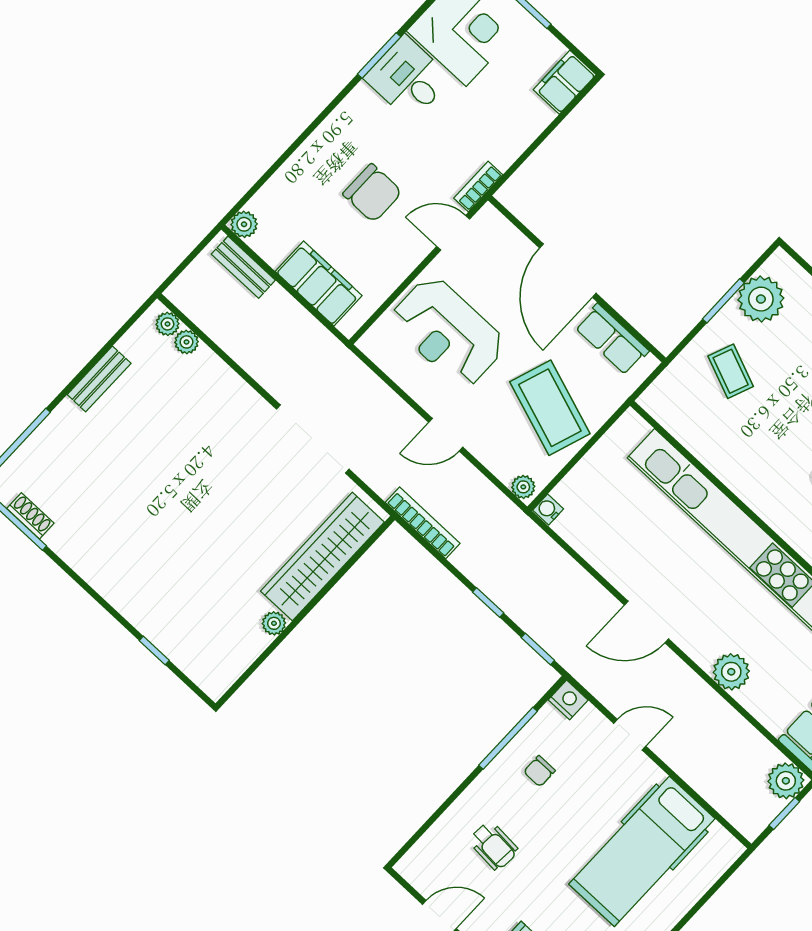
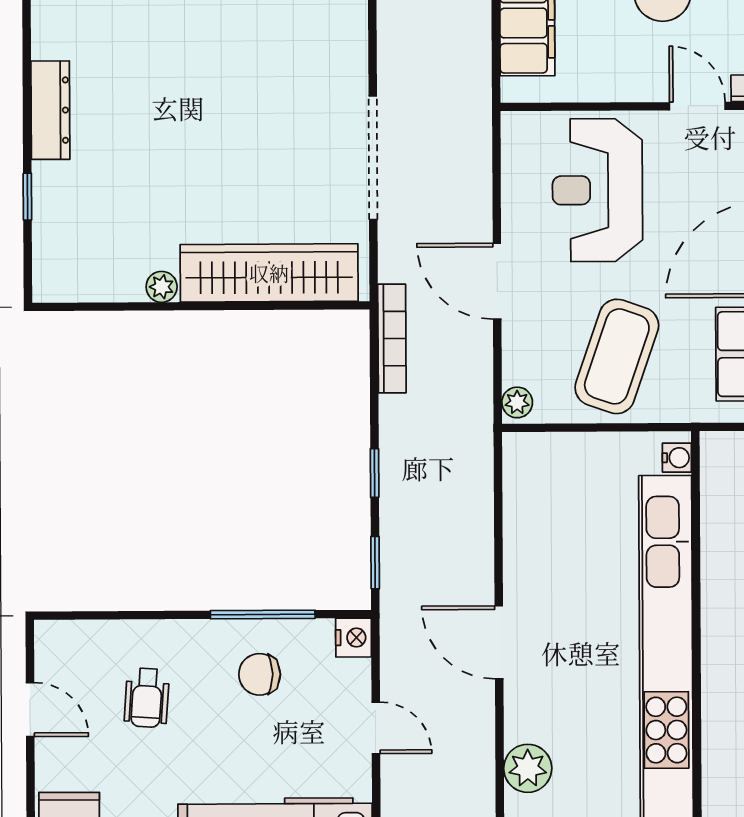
door: (446, 435) -> (497, 281), width x1.38
water cooler: (548, 510) -> (677, 458), moved, turned 90
dresser: (118, 593) -> (50, 110), added
chair: (539, 771) -> (260, 674), width x1.37, depth x1.37

